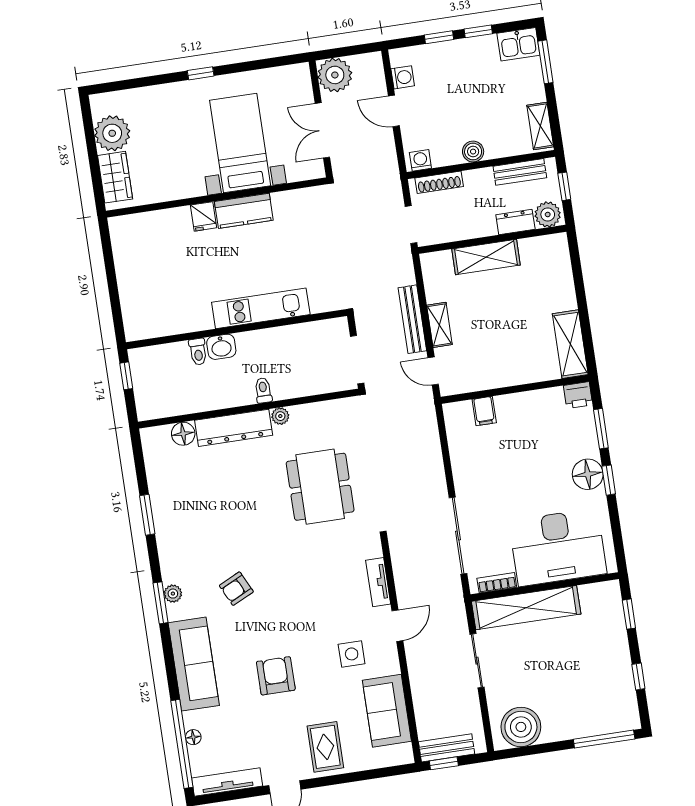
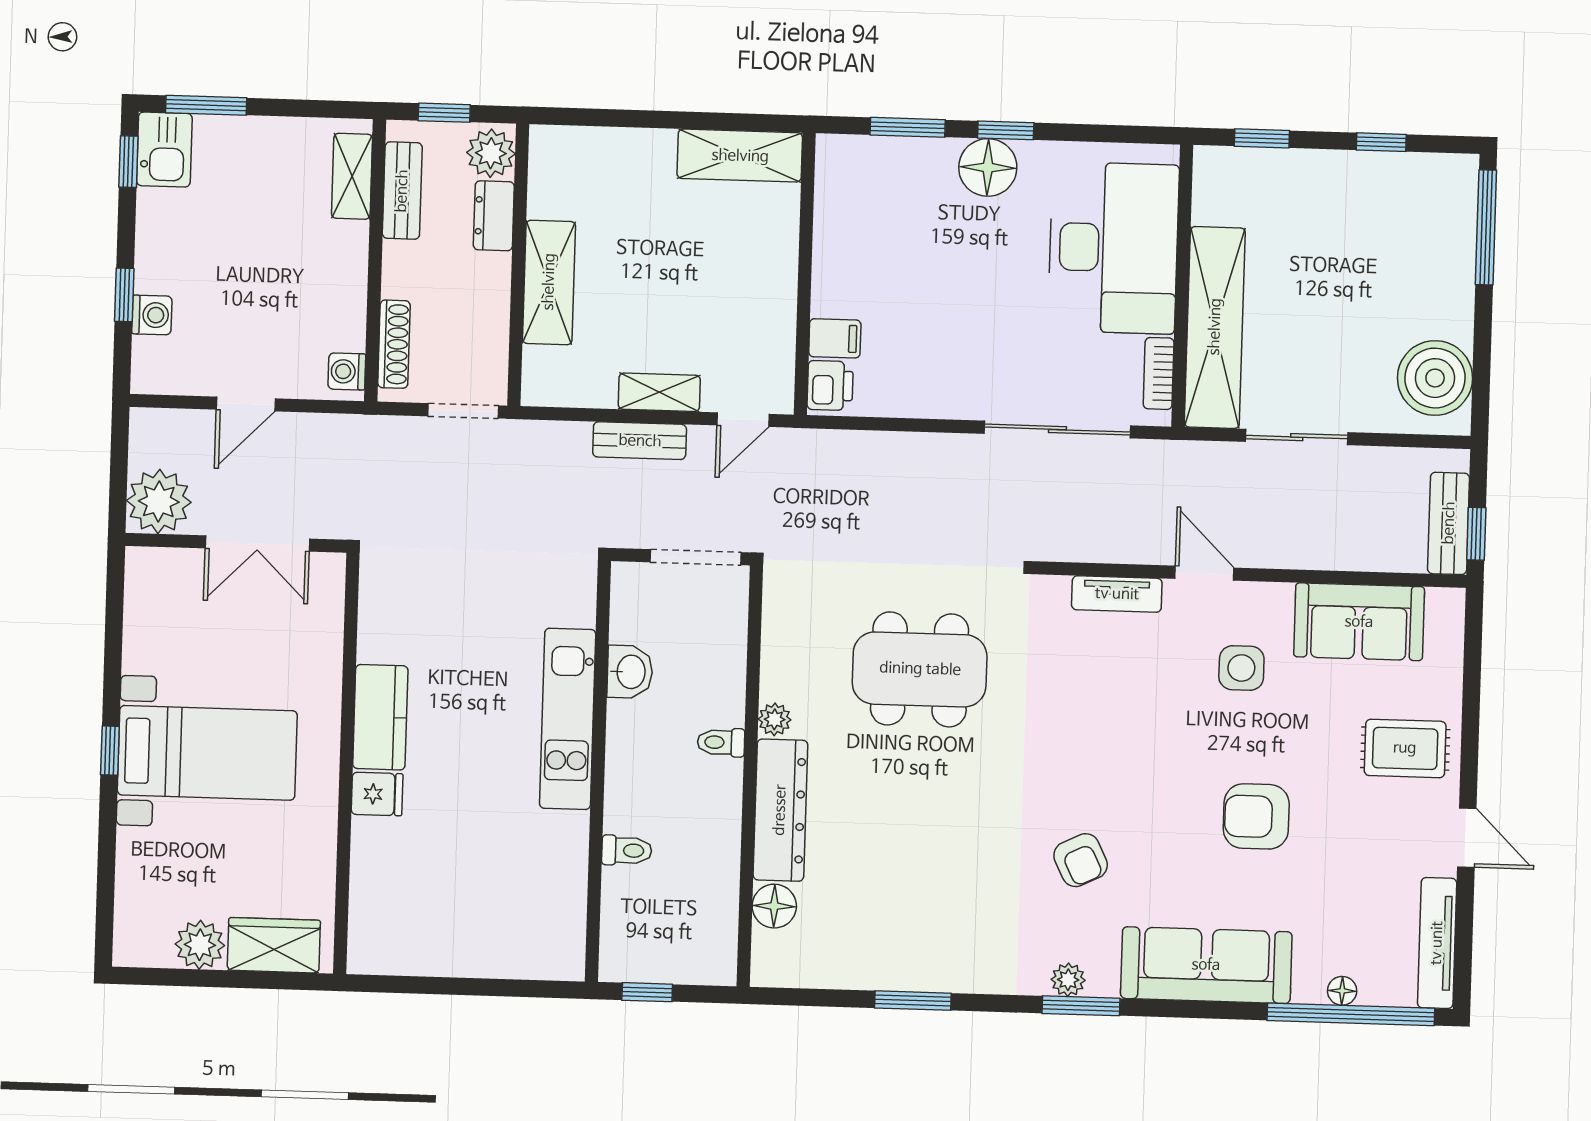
window: (478, 31) -> (128, 162), moved
washing machine: (403, 77) -> (152, 315), moved, turned 90
shelving: (540, 126) -> (352, 176), moved, turned 90
plant: (112, 133) -> (200, 945), width x0.73, depth x0.73
bed with nightstands: (240, 143) -> (207, 753), moved, turned 180
boiler: (473, 152) -> (348, 271), removed
bench: (412, 319) -> (640, 441), width x0.73
washbasin: (221, 347) -> (630, 672), moved
printer: (578, 395) -> (830, 386), moved

